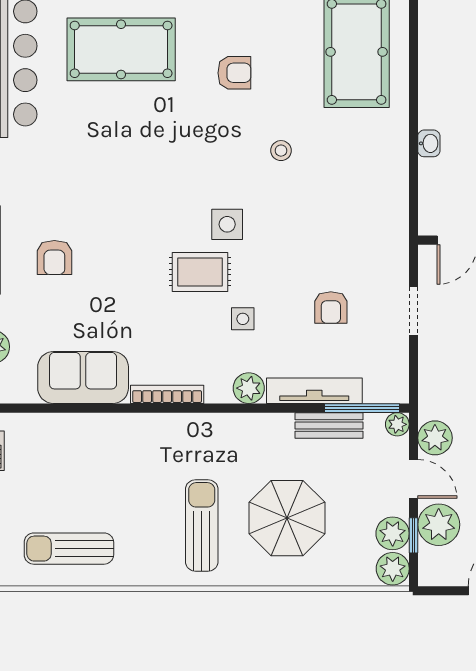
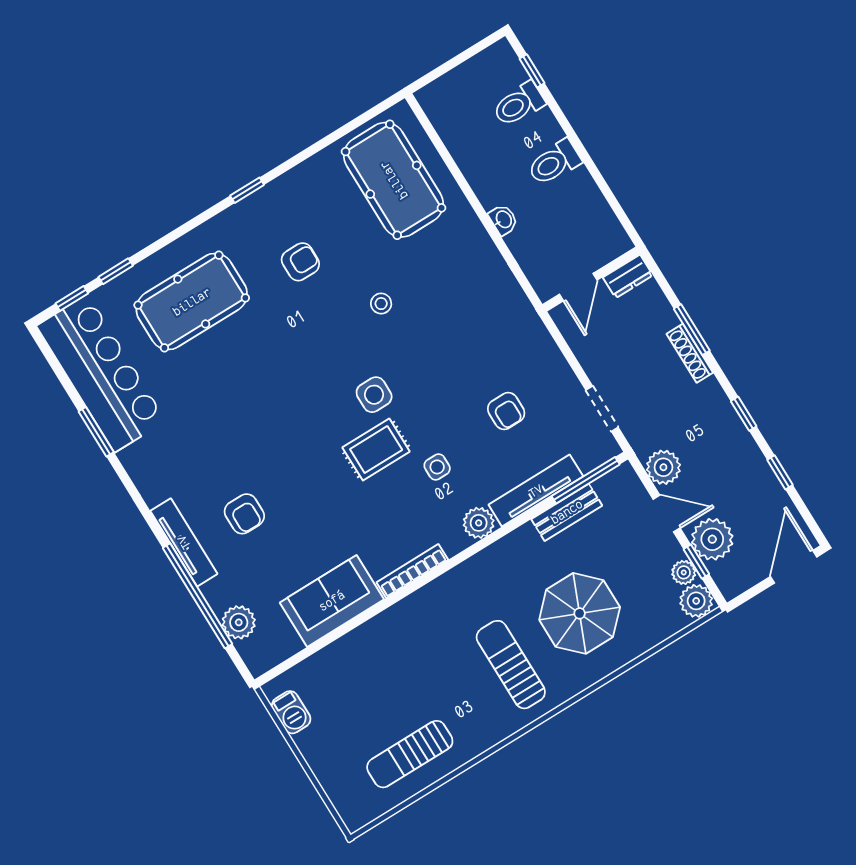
doorway: (413, 311) -> (602, 409), moved
plant: (397, 424) -> (624, 476), removed
plant: (393, 533) -> (684, 572), width x0.73, depth x0.73

